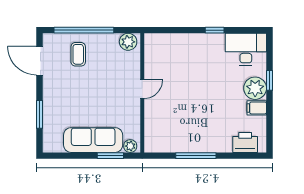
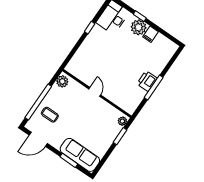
sofa: (93, 140) -> (80, 155), moved, turned 90
printer: (245, 142) -> (147, 81), moved

